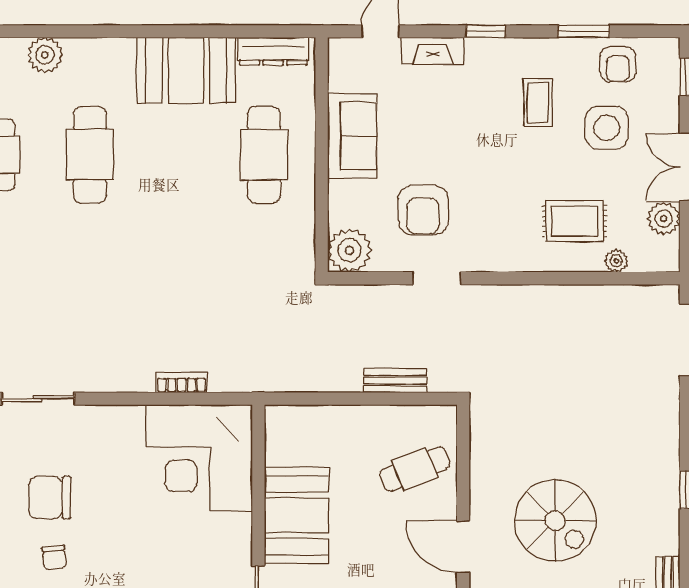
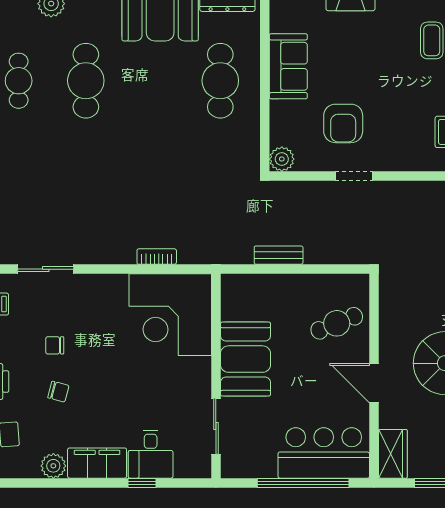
plant: (349, 250) -> (282, 159), width x0.73, depth x0.73
bench: (395, 381) -> (279, 255), moved
chair: (50, 498) -> (55, 345), width x0.54, depth x0.54
chair: (54, 557) -> (58, 392), turned -69

